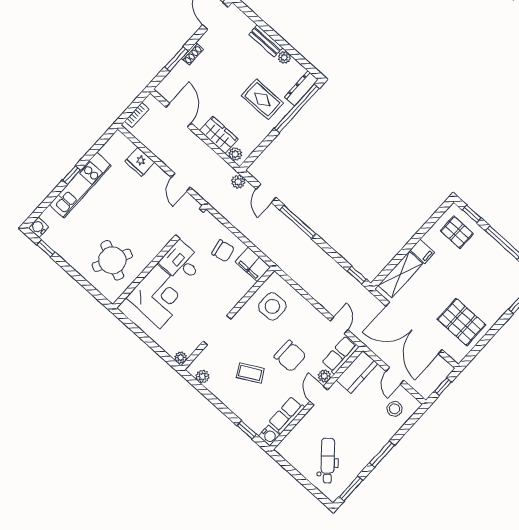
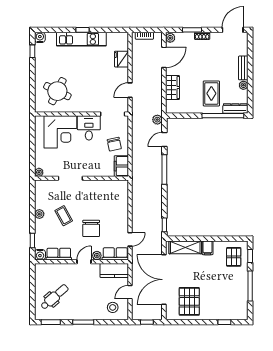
plant: (235, 154) -> (170, 38), moved
side table: (272, 306) -> (109, 196), removed
plant: (202, 376) -> (39, 214), moved

